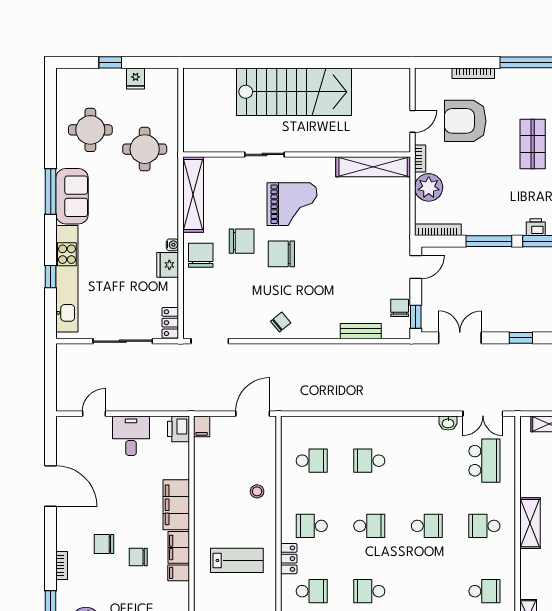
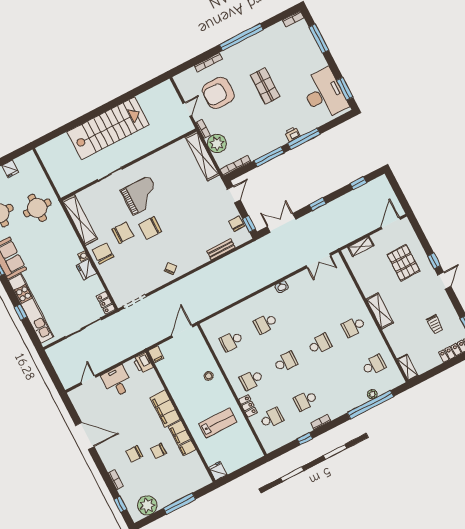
shelving: (373, 167) -> (202, 156), moved, turned 90
washbasin: (448, 423) -> (282, 287), moved
school desk: (312, 461) -> (232, 341), turned 180
school desk: (484, 461) -> (334, 288), removed

